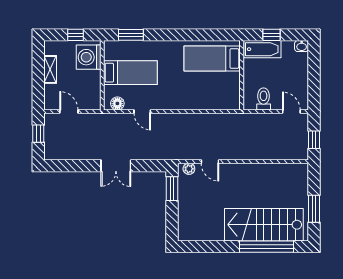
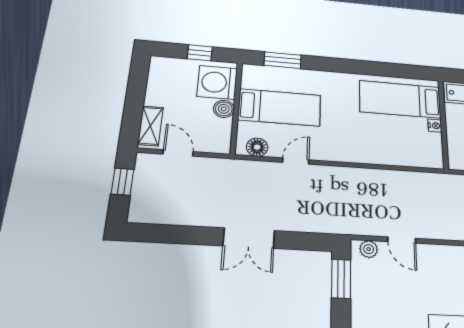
shelving: (50, 69) -> (151, 126), moved
boiler: (94, 77) -> (224, 109), added
nightstand: (236, 77) -> (435, 126), added
door: (142, 111) -> (296, 161), swing flipped

